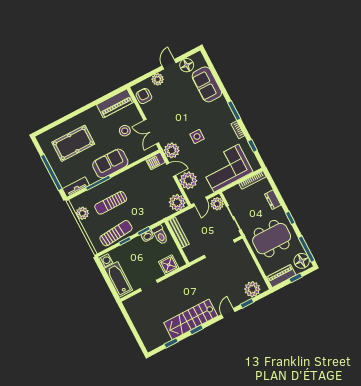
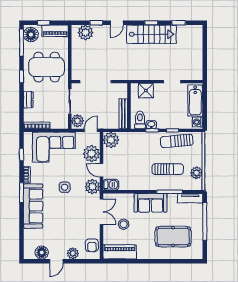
sofa: (207, 84) -> (33, 206), moved, width x1.36

